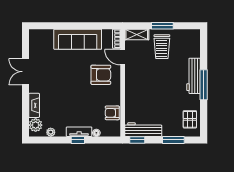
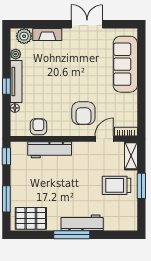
sofa: (78, 39) -> (125, 64), moved
pallet: (190, 119) -> (31, 218), width x1.50, depth x1.42
workbench: (143, 130) -> (50, 150), moved, turned 90
tv unit: (79, 132) -> (16, 81), width x1.41

